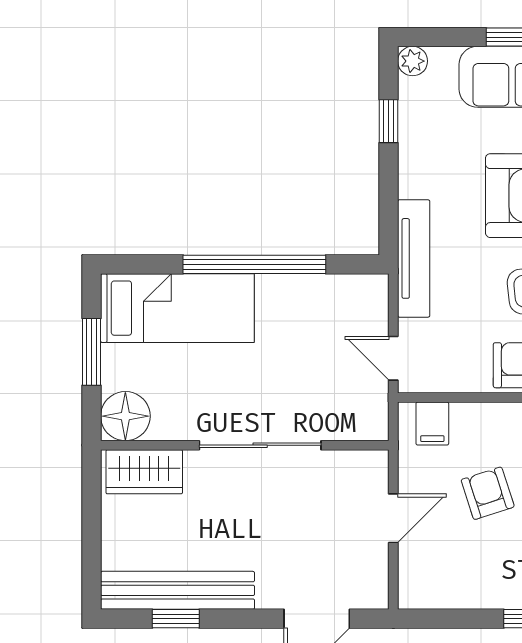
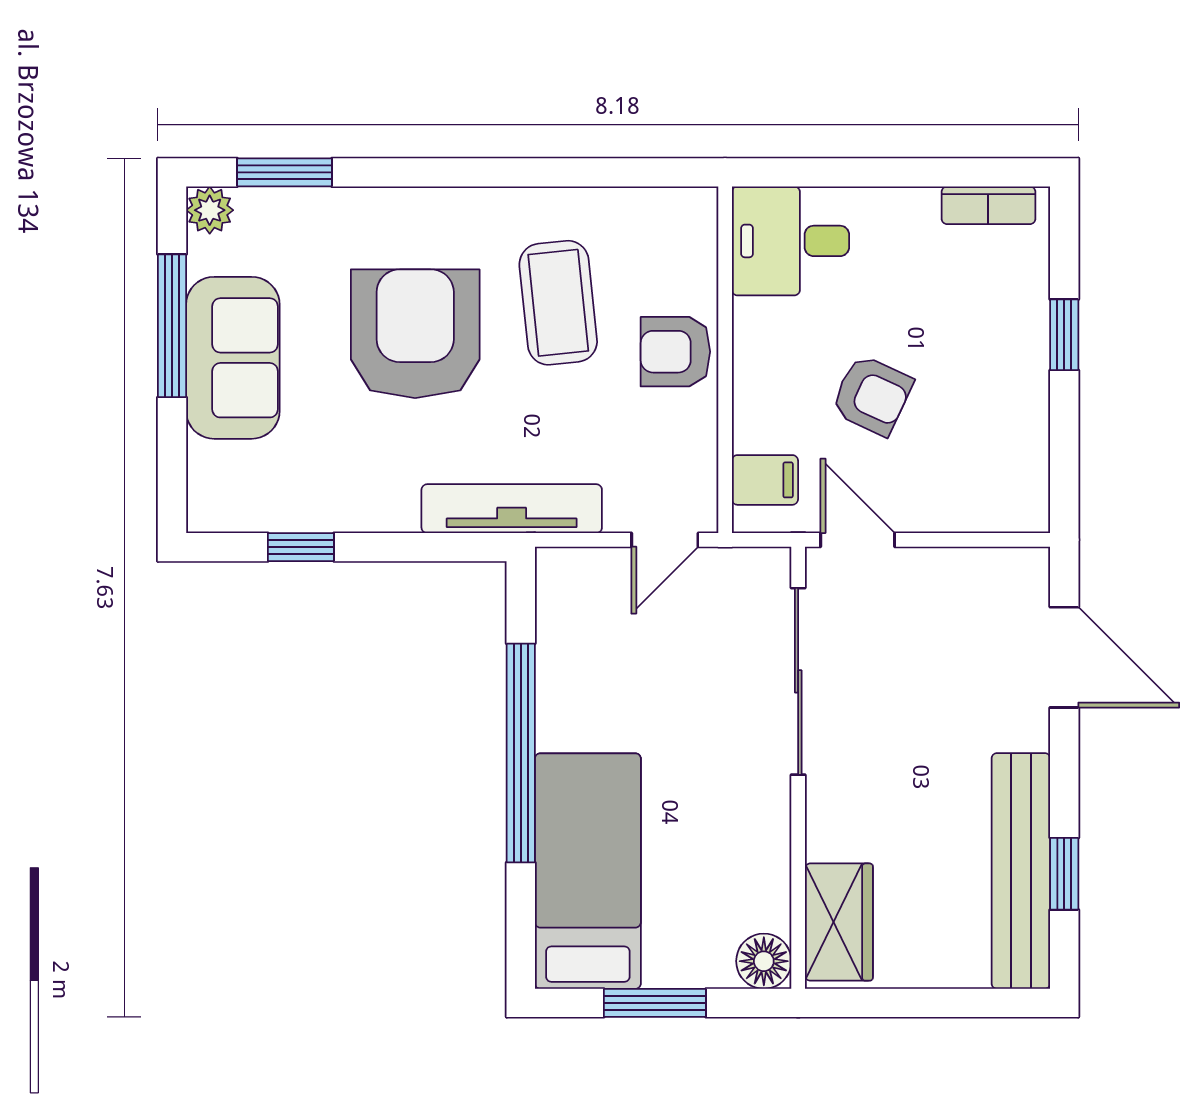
plant: (413, 61) -> (209, 510), removed
floor lamp: (125, 416) -> (764, 961), width x0.73, depth x0.73
sliding door: (260, 445) -> (798, 681), moved
armchair: (488, 493) -> (872, 395), turned -137
door: (393, 518) -> (858, 540), moved

